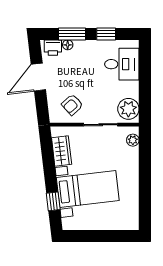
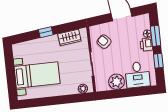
printer: (53, 48) -> (146, 45), moved
plant: (128, 109) -> (117, 82), moved
bed with nightstands: (88, 189) -> (37, 75), moved, turned -83
window: (53, 201) -> (46, 32), moved

